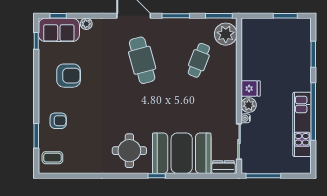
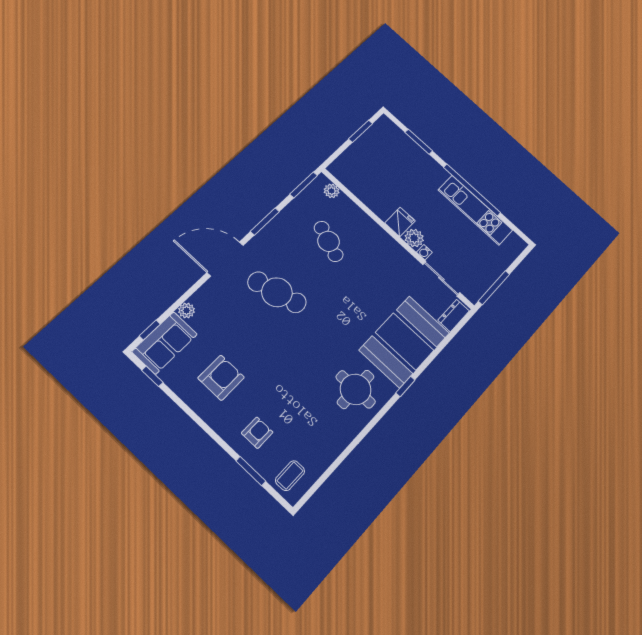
plant: (226, 34) -> (332, 191), width x0.53, depth x0.53

